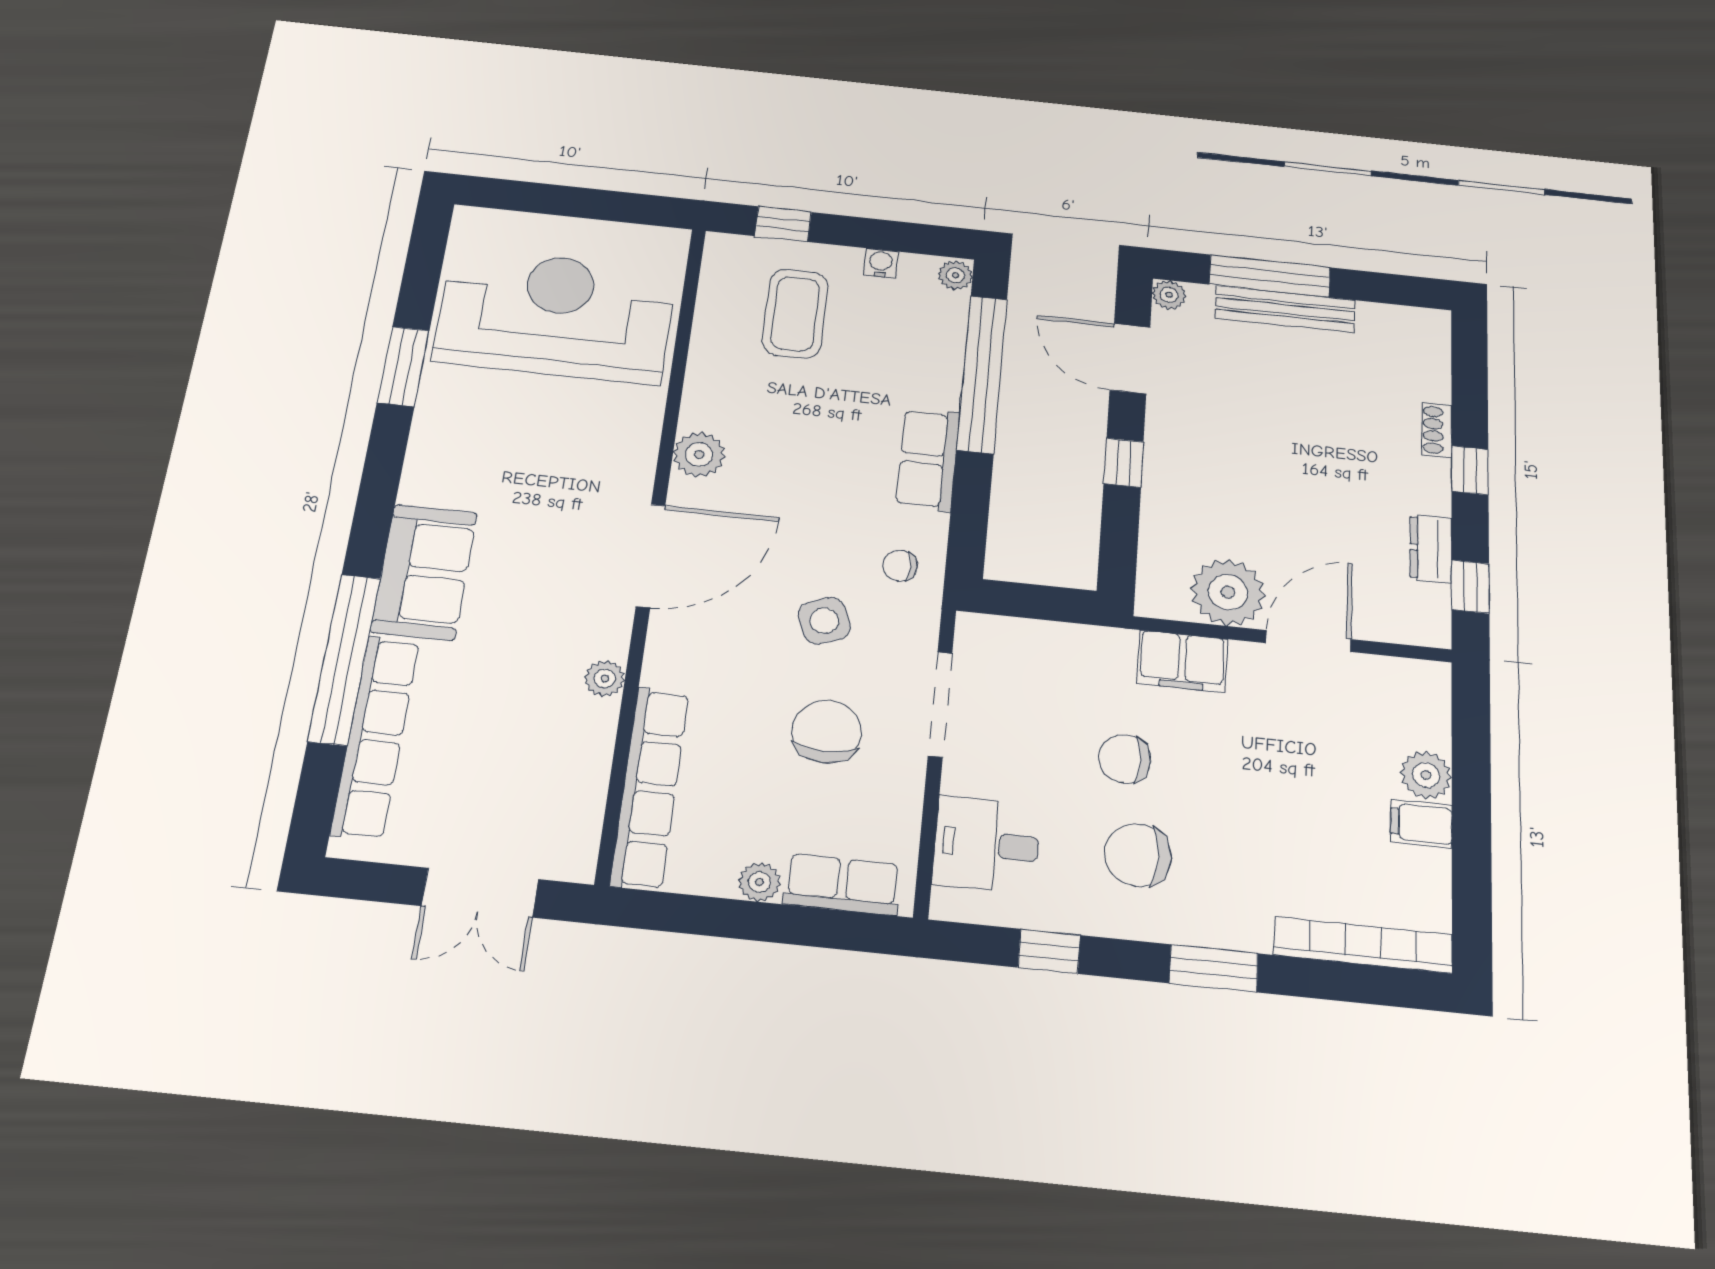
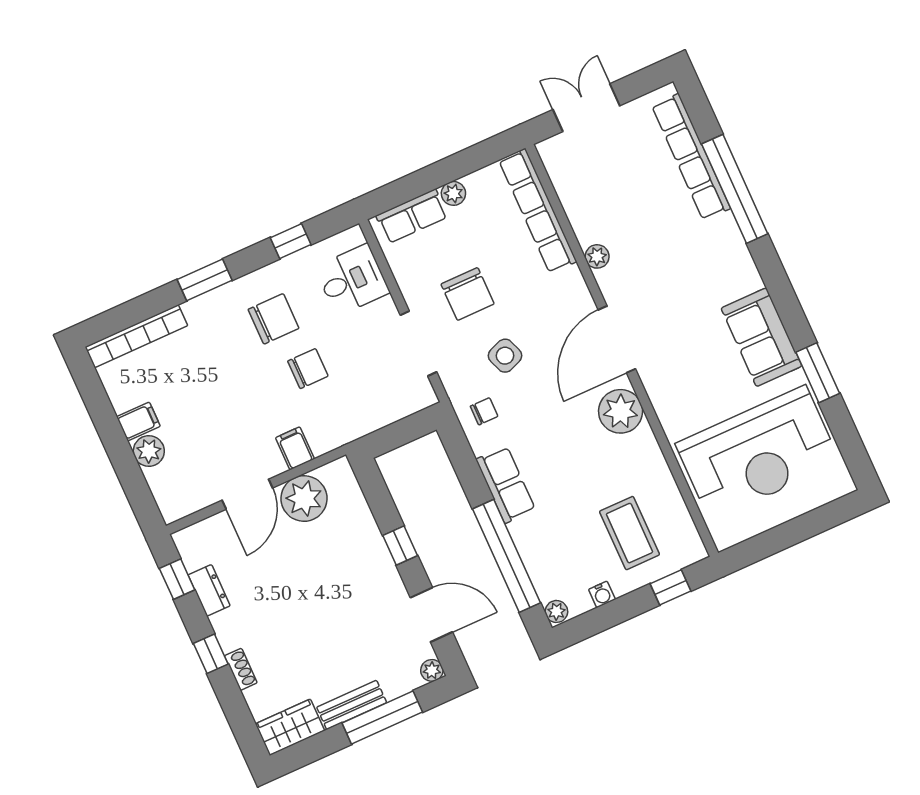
bench: (1285, 309) -> (352, 705), width x0.73
wardrobe: (1405, 329) -> (290, 727), added
plant: (699, 455) -> (621, 411), width x1.36, depth x1.36
sofa: (424, 572) -> (761, 337), moved
filing cabinet: (1182, 661) -> (295, 448), width x0.50

